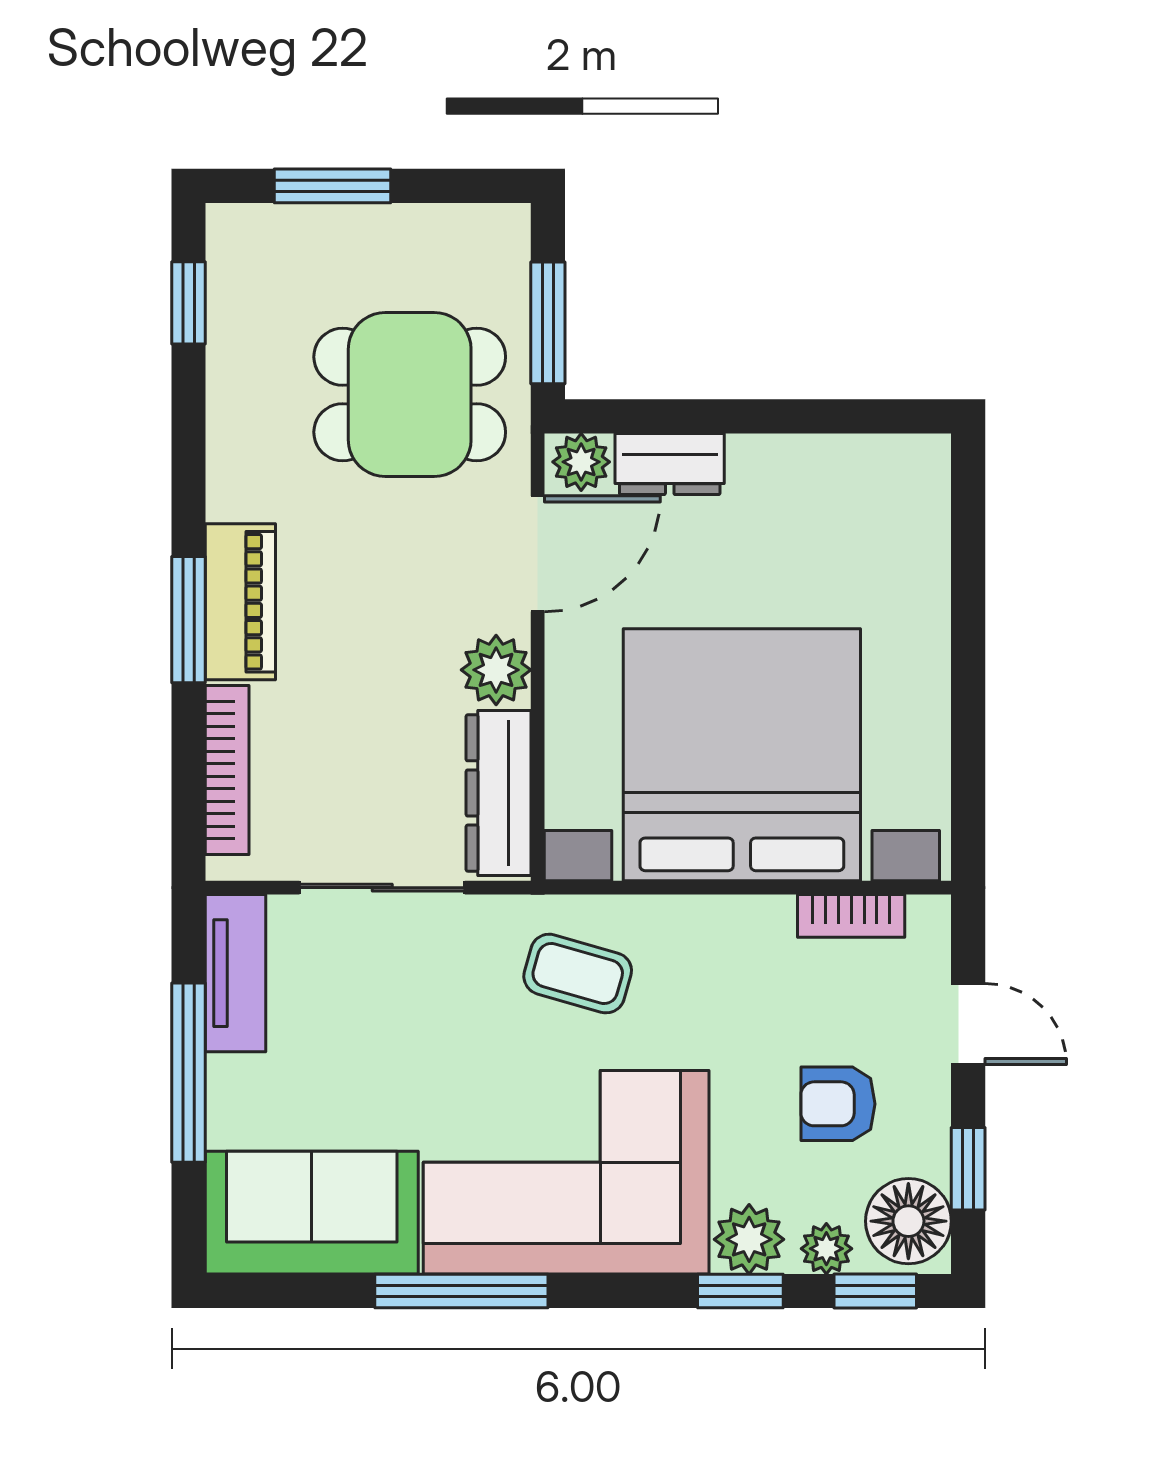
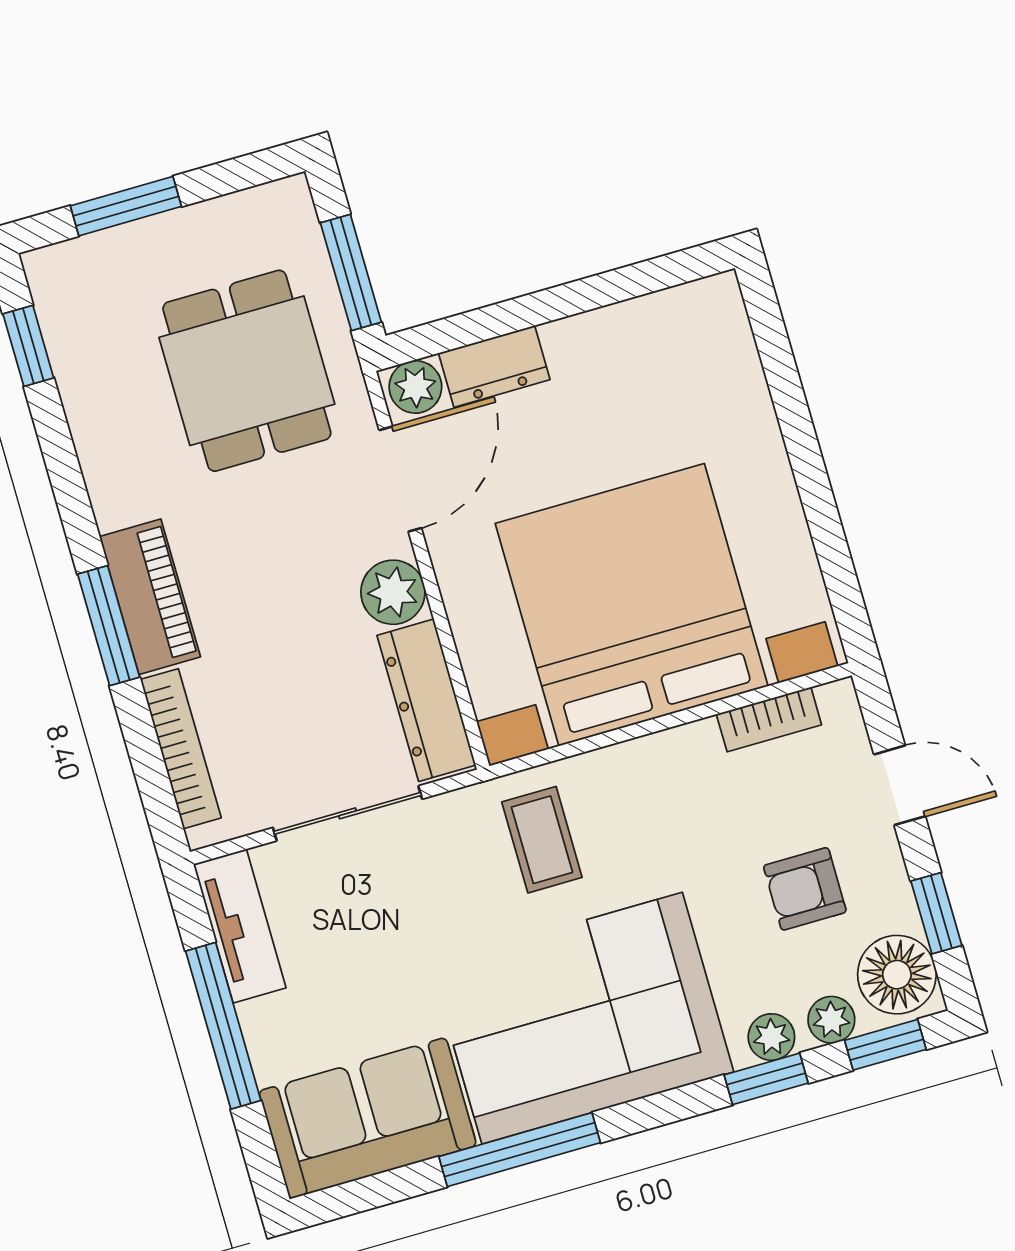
dining table: (410, 394) -> (247, 371), turned 90
coffee table: (578, 974) -> (542, 840), turned 74
plant: (749, 1239) -> (771, 1037), width x0.73, depth x0.73

